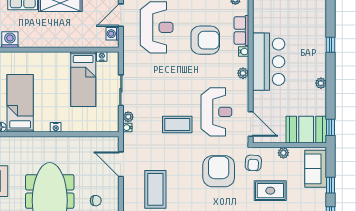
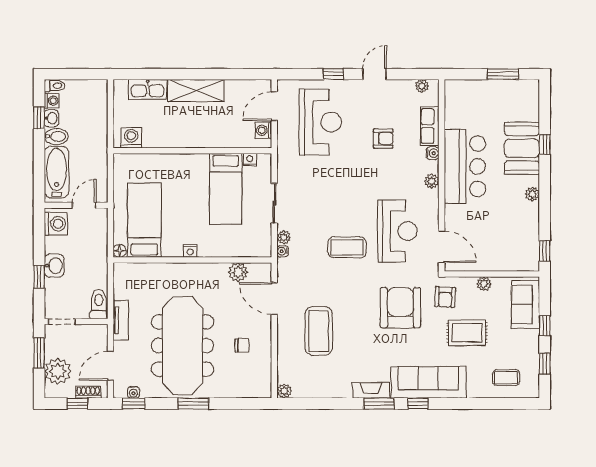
armchair: (205, 40) -> (383, 139), width x0.53, depth x0.53
booth: (306, 130) -> (522, 148), moved, turned 90
plant: (93, 144) -> (238, 272), added

